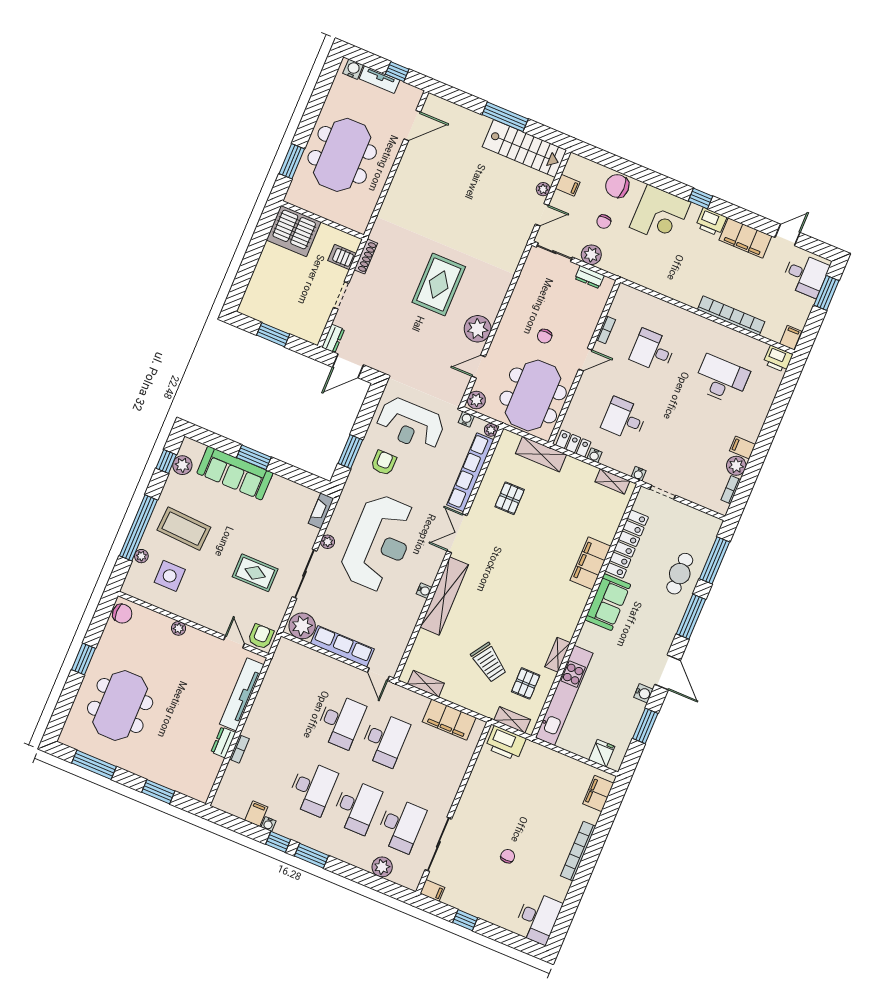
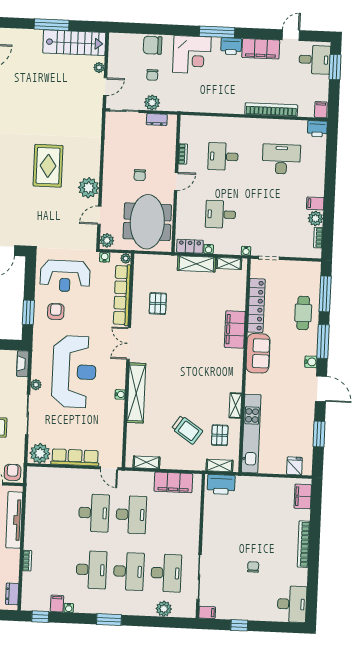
filing cabinet: (568, 185) -> (116, 58), removed
window: (701, 199) -> (217, 32), width x2.17
shelving: (541, 454) -> (196, 264), moved
water cooler: (643, 693) -> (311, 362), moved
dresser: (223, 742) -> (12, 594), moved
window: (278, 842) -> (40, 617), moved

